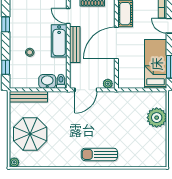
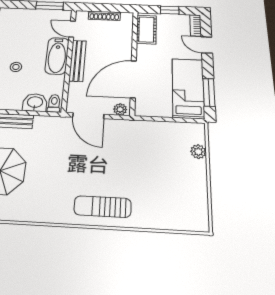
door: (116, 43) -> (133, 79), moved
door: (86, 90) -> (88, 116), hinge flipped
plant: (157, 118) -> (198, 152), width x0.53, depth x0.53

